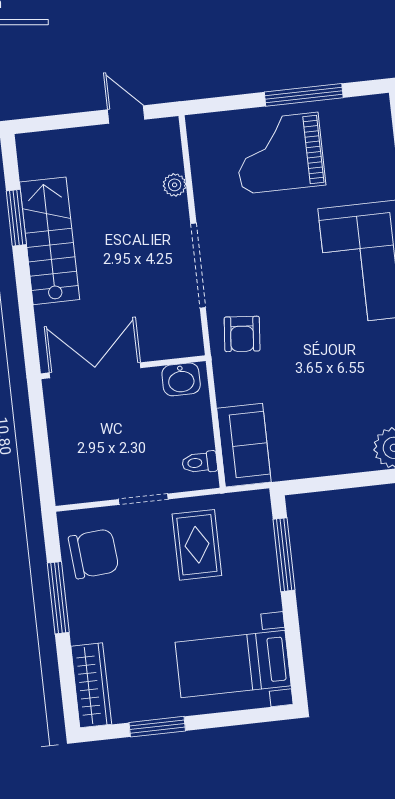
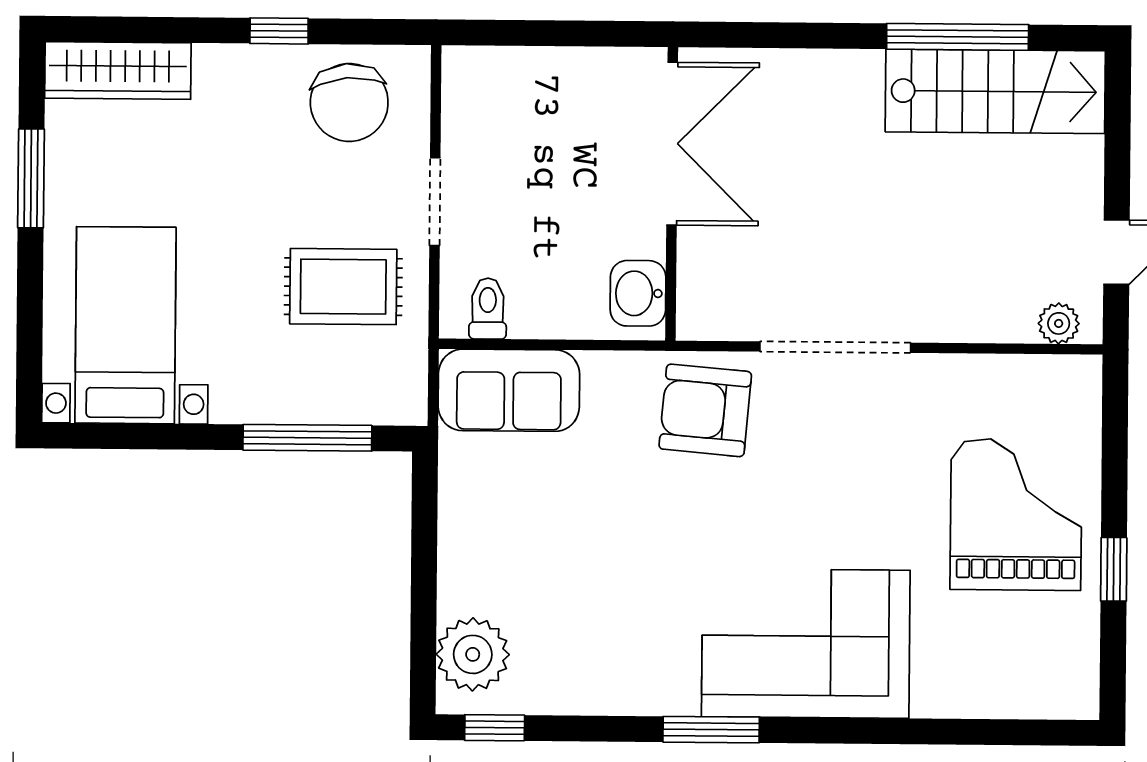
window: (304, 95) -> (1114, 569), width x0.46
plant: (175, 185) -> (1059, 323), moved
window: (16, 218) -> (958, 37), width x1.44
stairs: (50, 241) -> (995, 91), moved
armchair: (242, 334) -> (705, 410), width x1.38, depth x1.38
window: (58, 598) -> (279, 31), width x0.46

